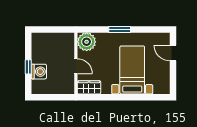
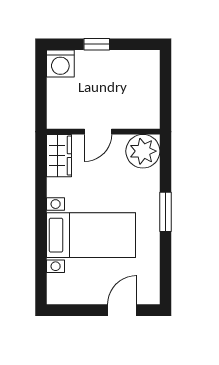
washing machine: (39, 72) -> (60, 64), moved

